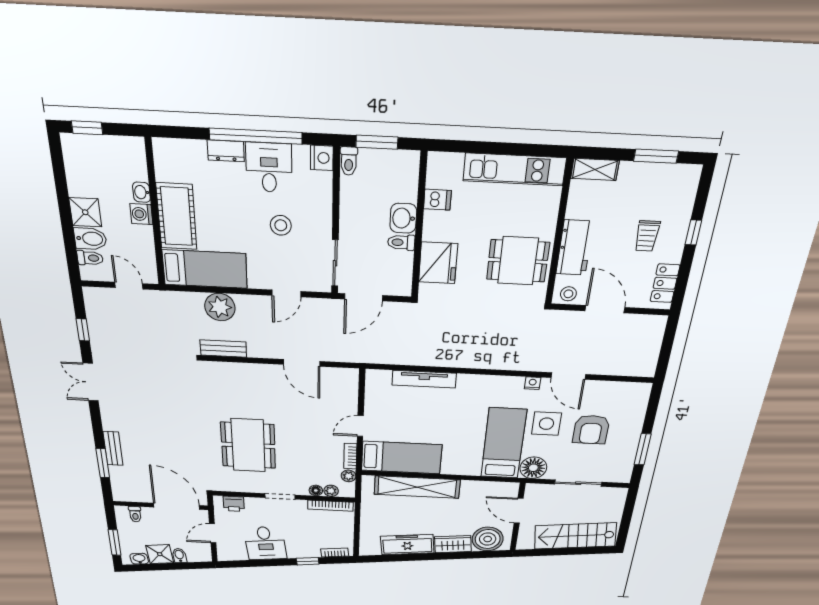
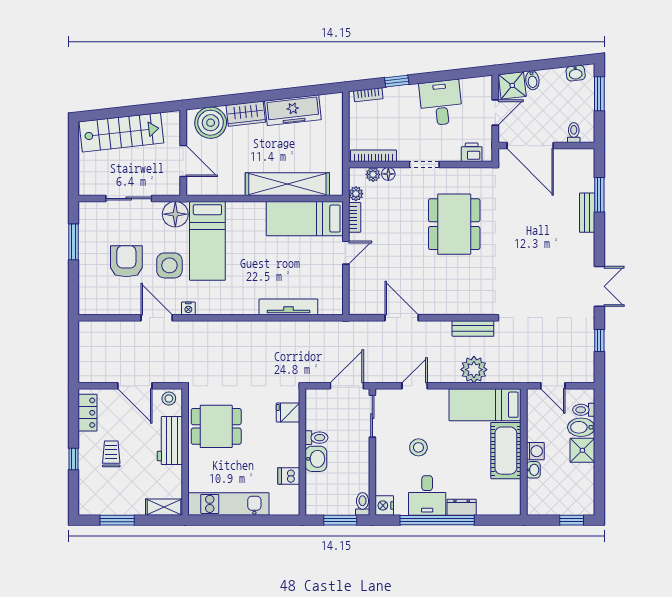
fridge: (438, 263) -> (288, 412), width x0.53, depth x0.75
shower: (160, 554) -> (512, 85), moved

